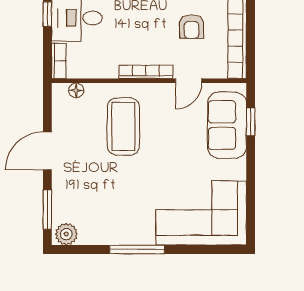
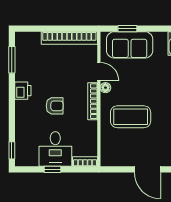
armchair: (191, 27) -> (55, 106), moved
floor lamp: (76, 90) -> (105, 88), moved

